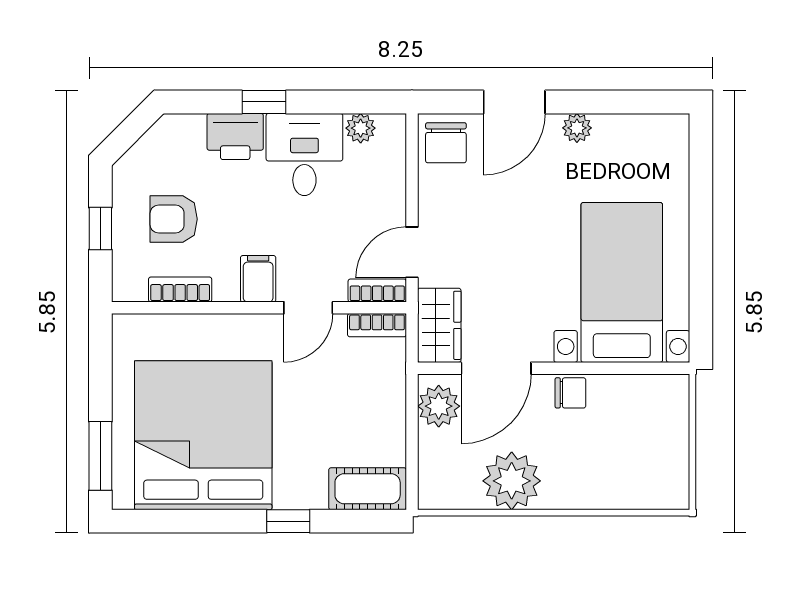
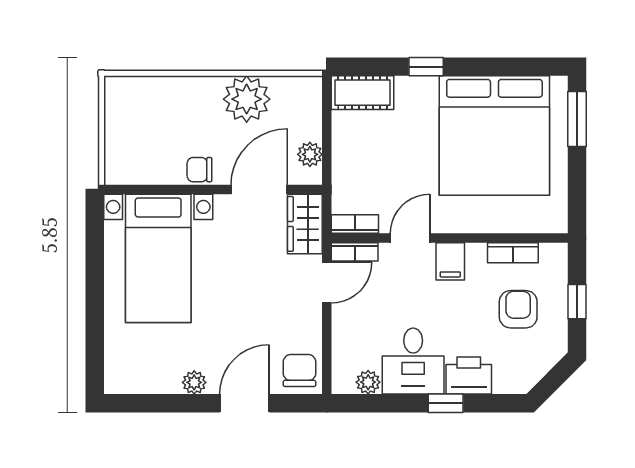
armchair: (174, 219) -> (518, 309), turned -90
plant: (439, 406) -> (310, 154), width x0.73, depth x0.73

